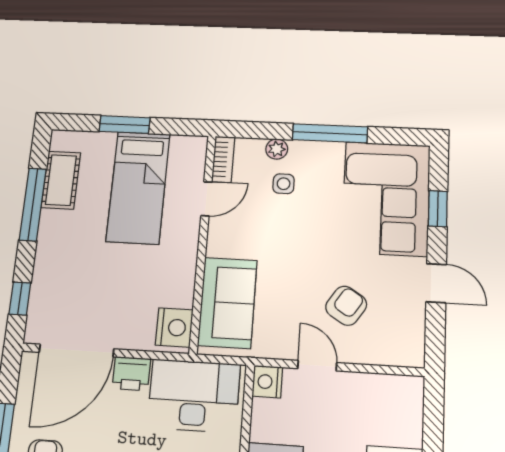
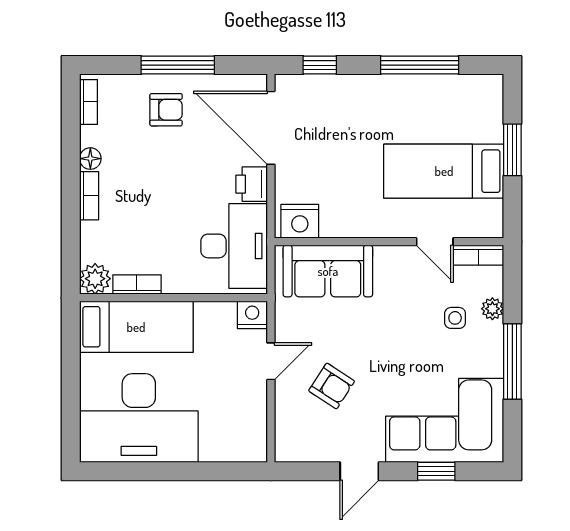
cot: (61, 180) -> (448, 91), removed

